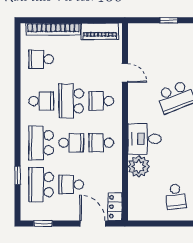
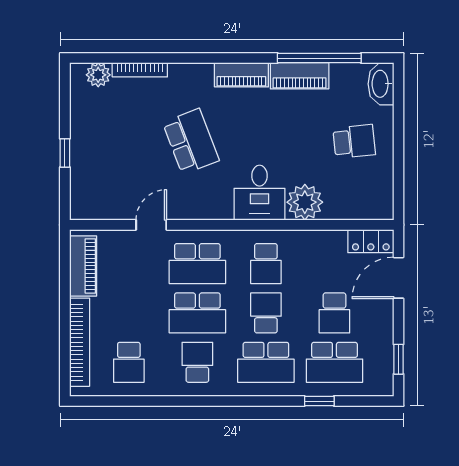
school desk: (101, 101) -> (197, 264), width x1.85

